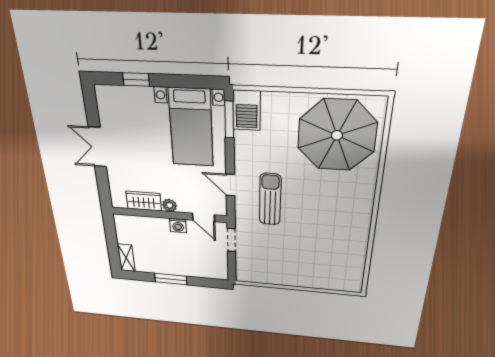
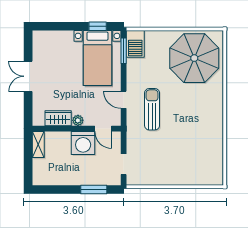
window: (136, 80) -> (98, 26), moved
washing machine: (178, 226) -> (83, 143), width x1.89, depth x1.89
doorway: (231, 240) -> (124, 164), moved
shelving: (126, 258) -> (38, 145), moved
window: (171, 279) -> (94, 190), moved

